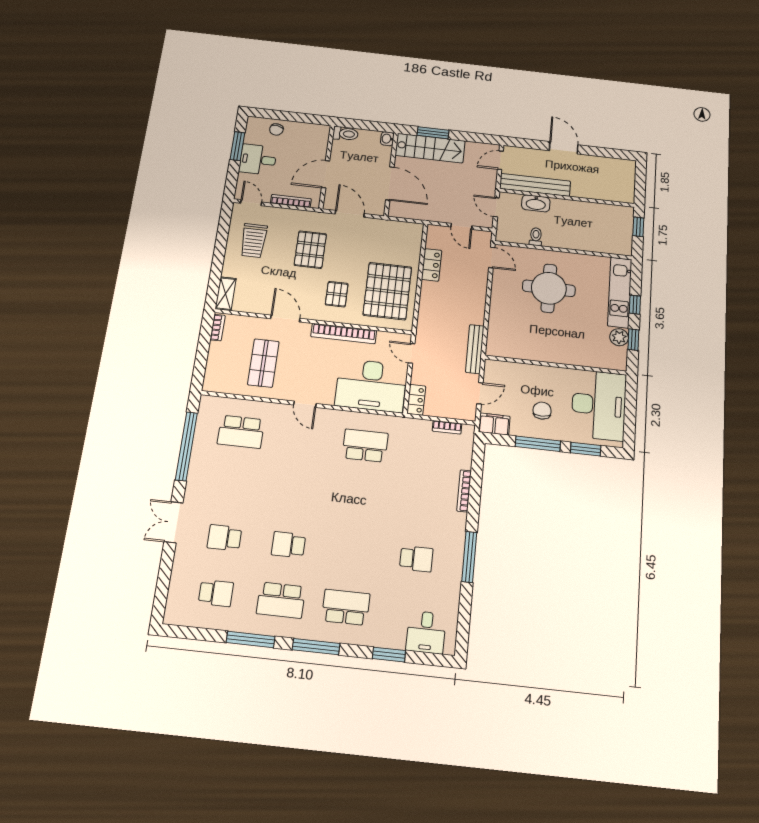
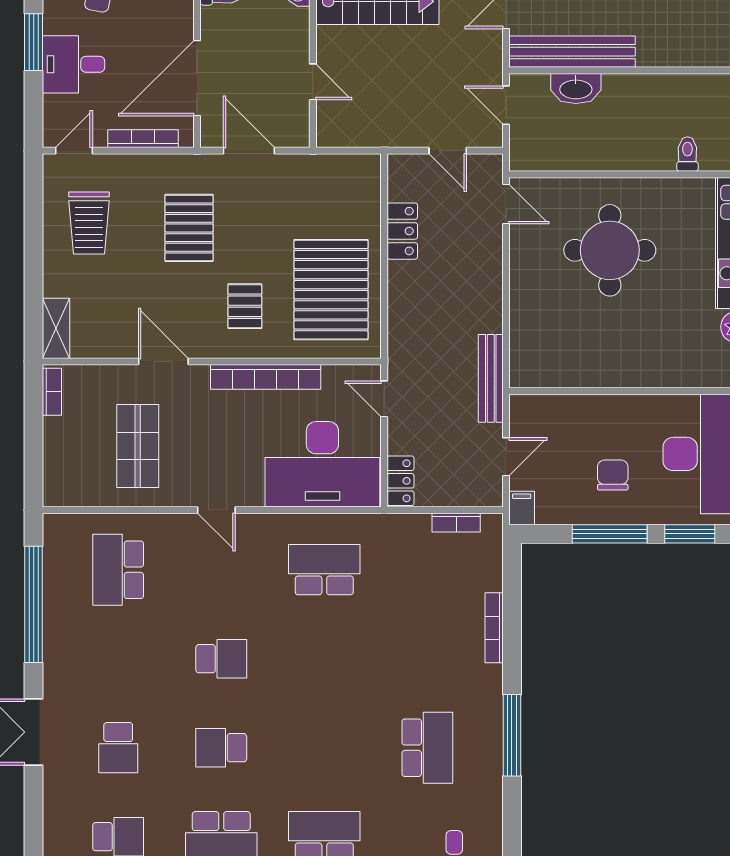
door: (326, 174) -> (197, 78), width x1.36
door: (390, 183) -> (313, 82), width x0.53
door: (251, 203) -> (74, 151), hinge flipped
toilet: (536, 237) -> (687, 154), moved
filing cabinet: (494, 424) -> (522, 508), width x0.50
school desk: (241, 432) -> (118, 570), turned 90
school desk: (296, 491) -> (221, 659), added
school desk: (224, 538) -> (118, 748), turned -90
school desk: (416, 559) -> (427, 748), width x1.85

